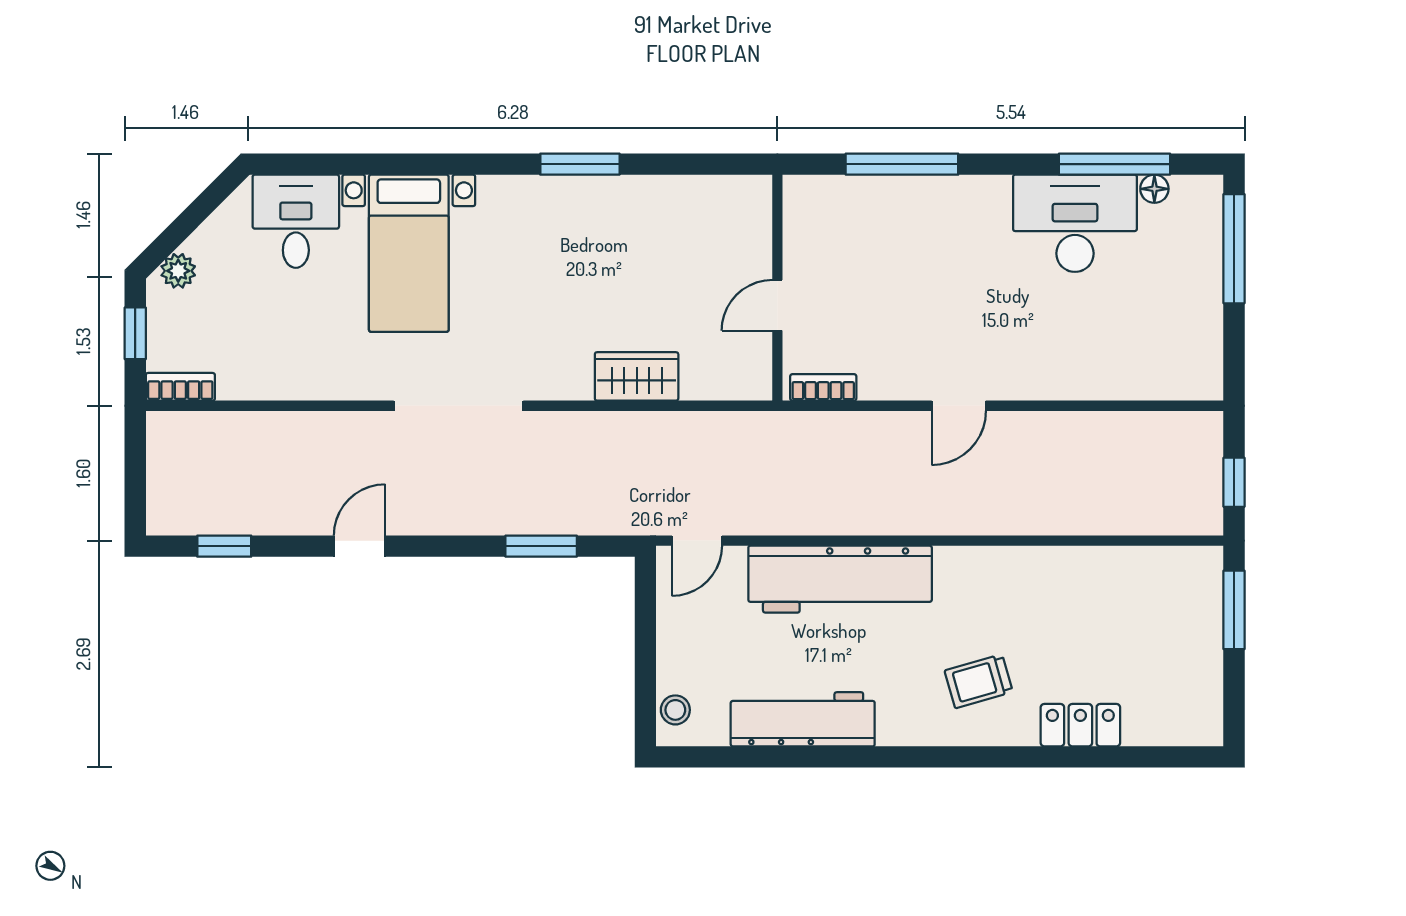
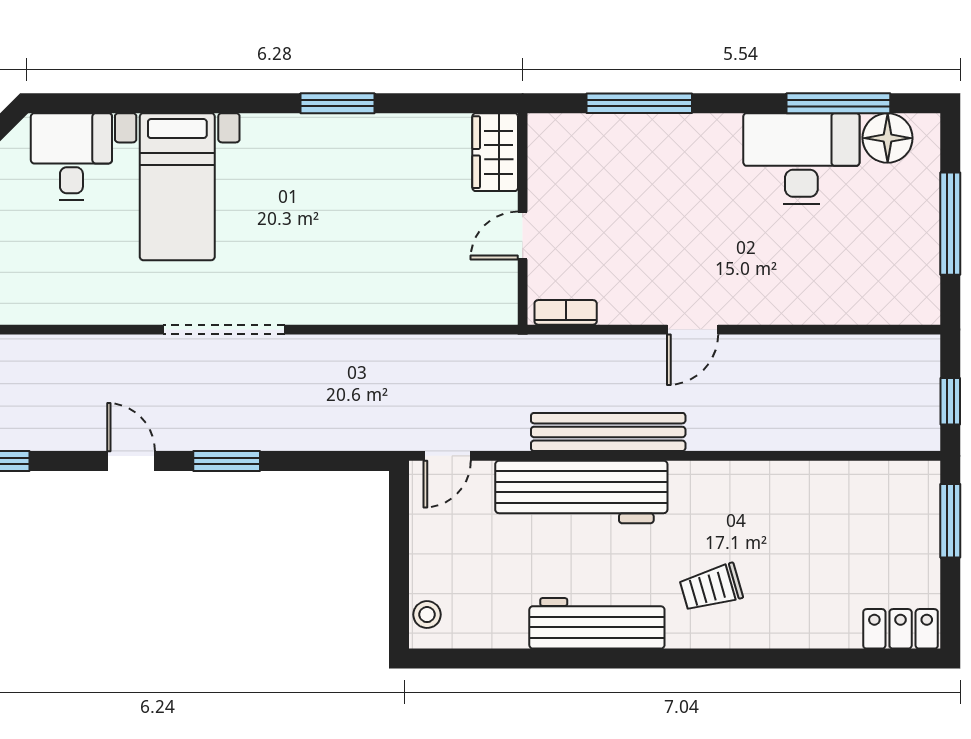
floor lamp: (1154, 189) -> (888, 138), width x1.89, depth x1.89
window: (1234, 249) -> (950, 224), moved
wardrobe: (637, 376) -> (495, 152), moved, turned -90
bench: (869, 515) -> (608, 432), added
door: (359, 546) -> (131, 461), hinge flipped
window: (541, 546) -> (227, 461), moved
workbench: (803, 719) -> (597, 623), moved
locker: (1080, 725) -> (901, 629), moved

